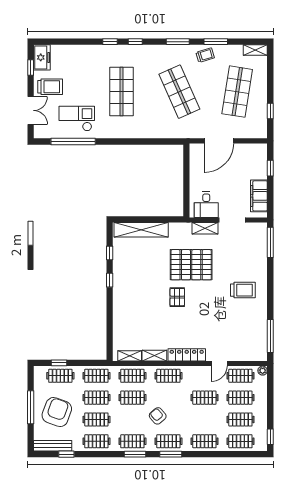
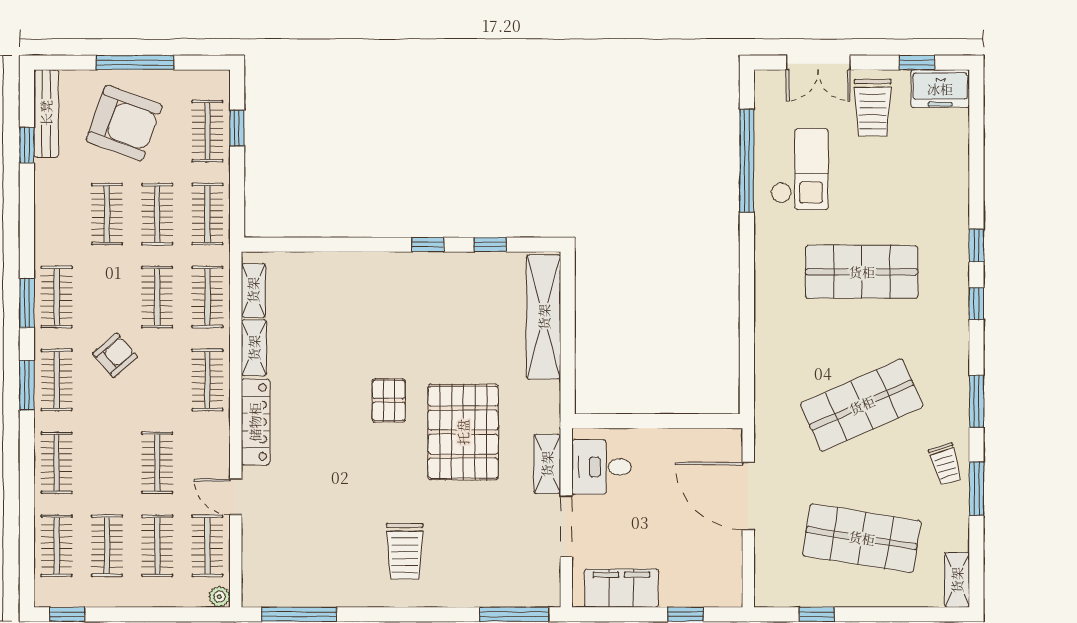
pallet: (177, 297) -> (389, 400), turned 90
clothes rail: (96, 441) -> (57, 214), removed

